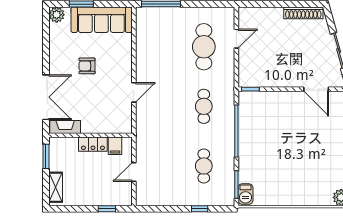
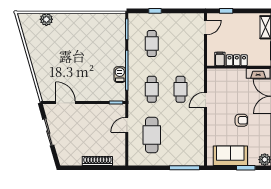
shoe rack: (303, 13) -> (97, 161), moved
sofa: (101, 20) -> (230, 156), width x0.73
door: (236, 39) -> (127, 125), moved
cafe table: (166, 106) -> (180, 89), added
door: (134, 172) -> (205, 27), moved
barbecue: (245, 194) -> (120, 75), moved

